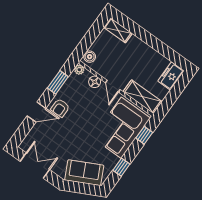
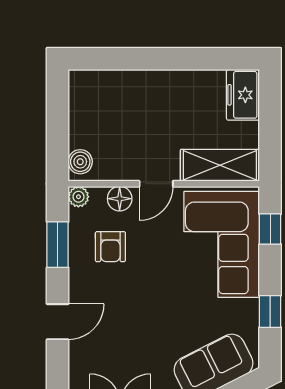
shelving: (118, 30) -> (96, 82), removed
door: (113, 86) -> (156, 184), hinge flipped
armchair: (60, 108) -> (110, 247), moved

